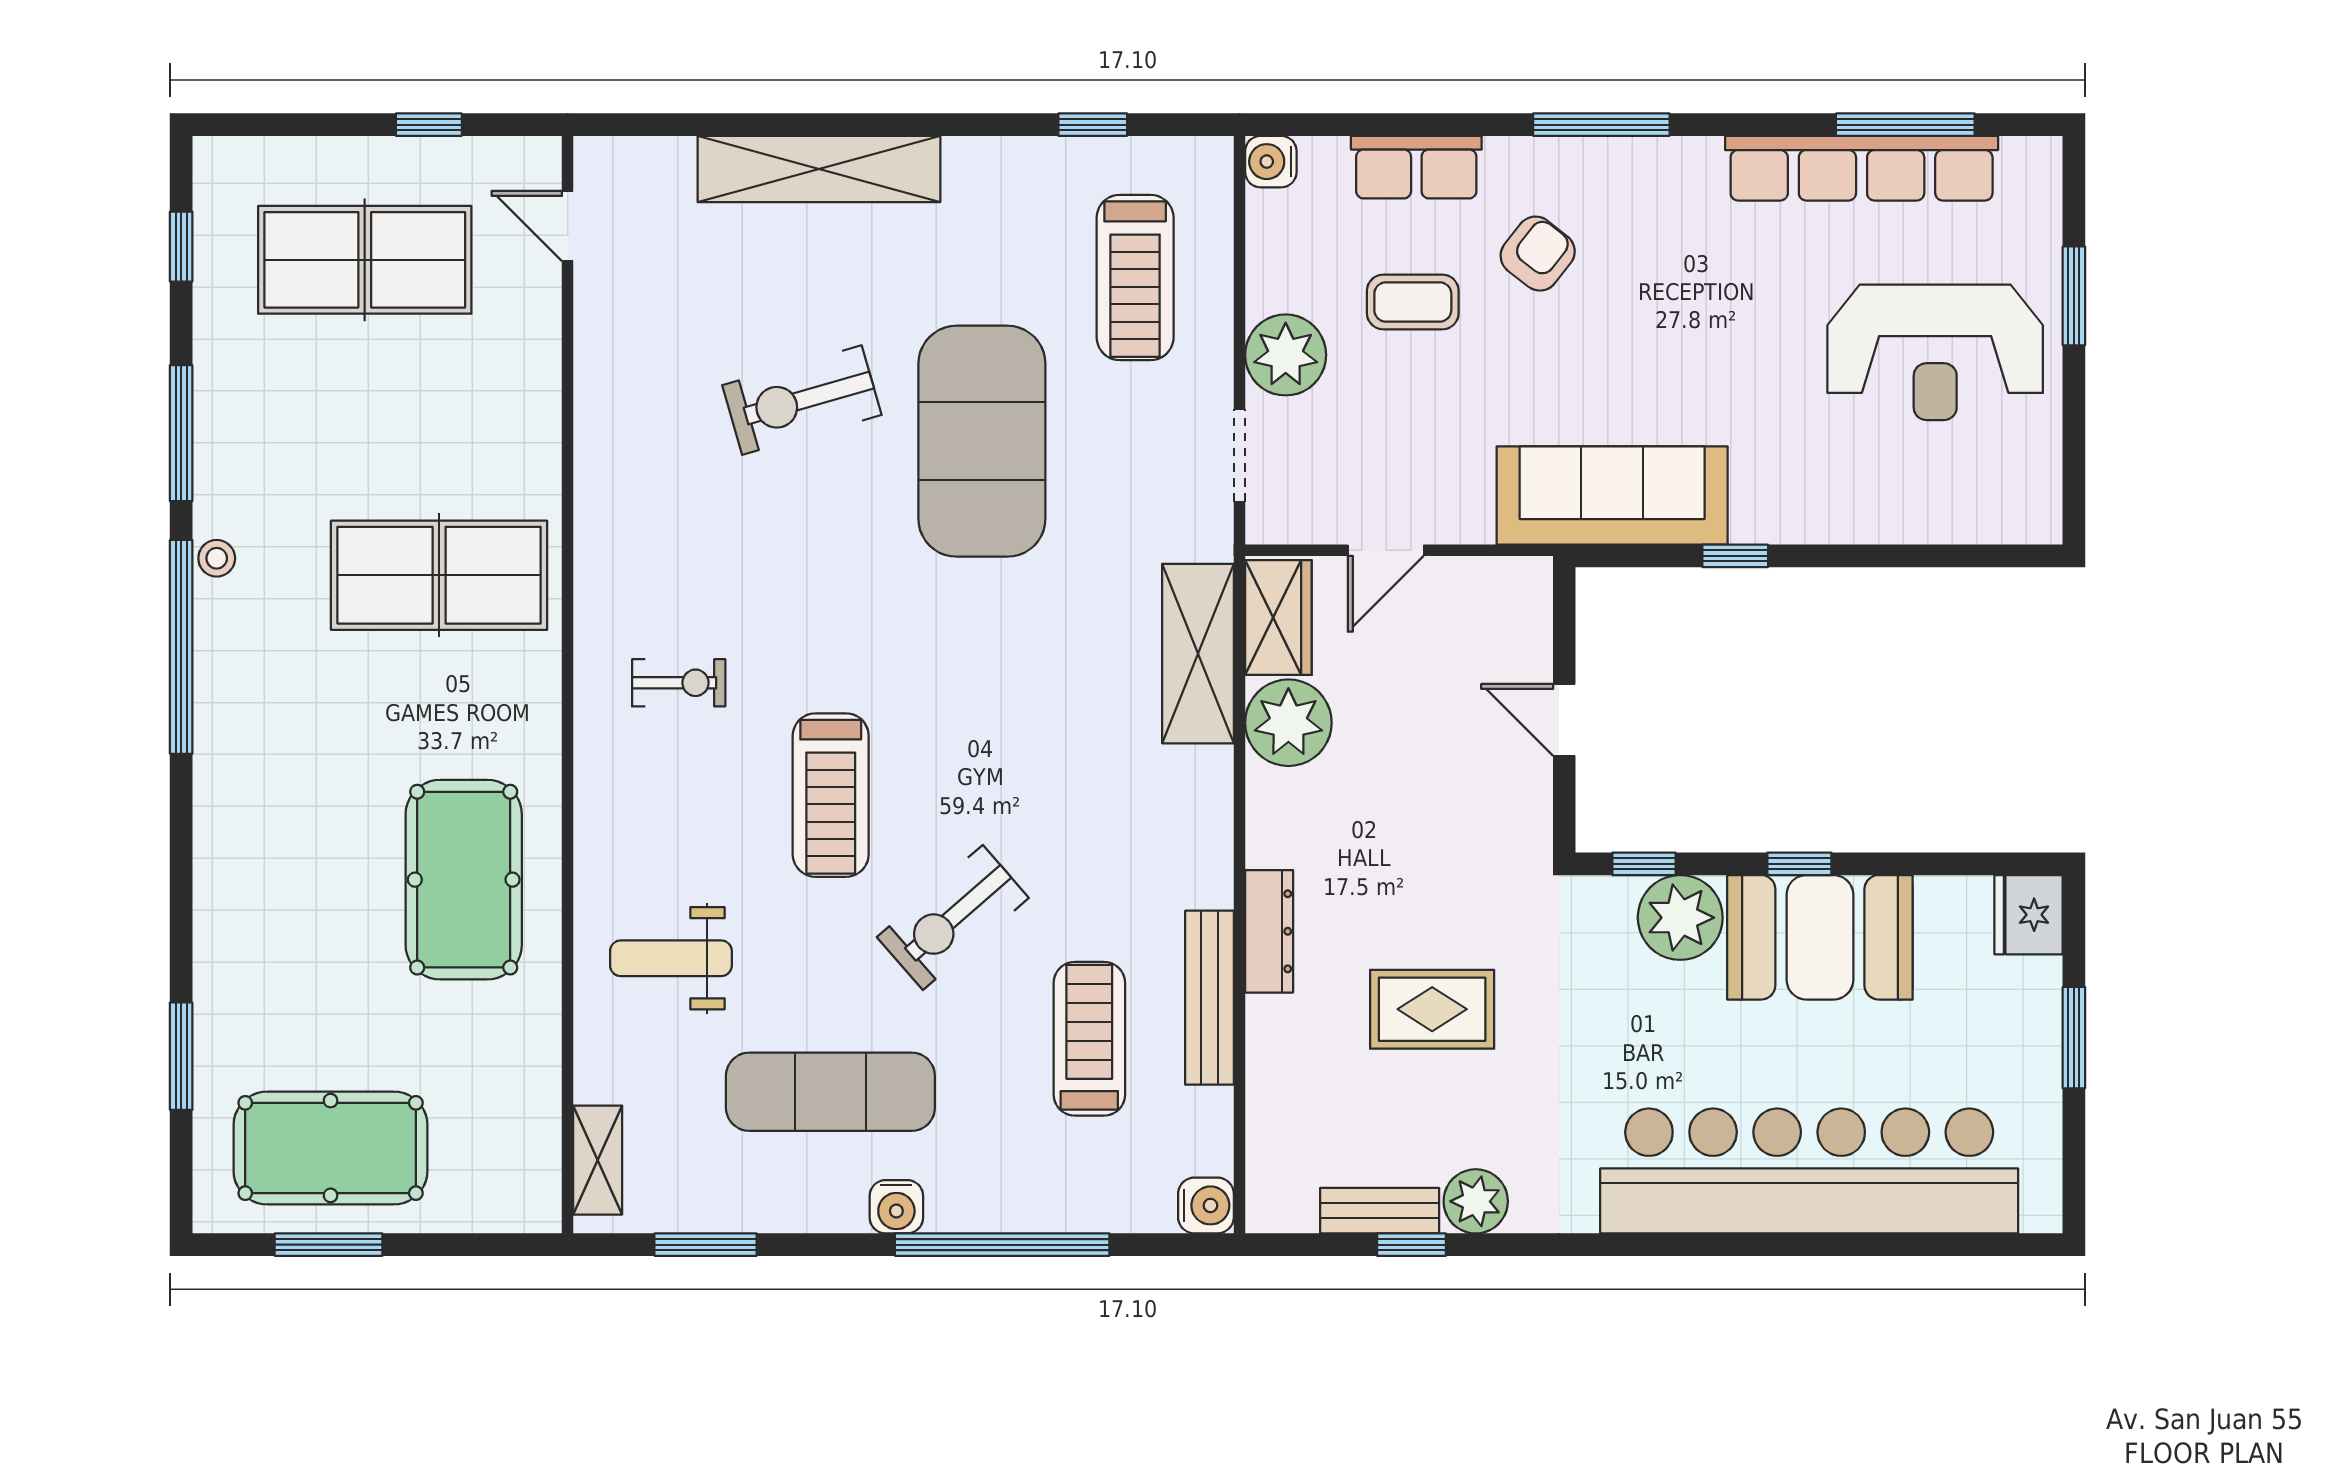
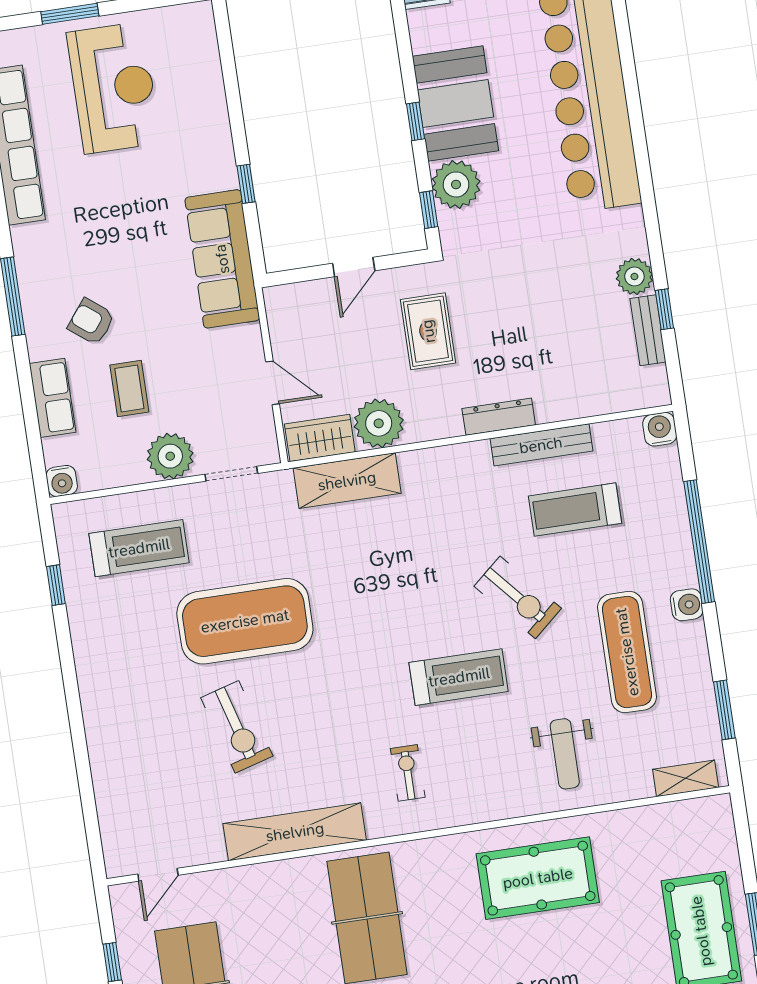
shelving: (819, 169) -> (295, 832), moved, turned 90
rug: (1432, 1009) -> (428, 331), moved

